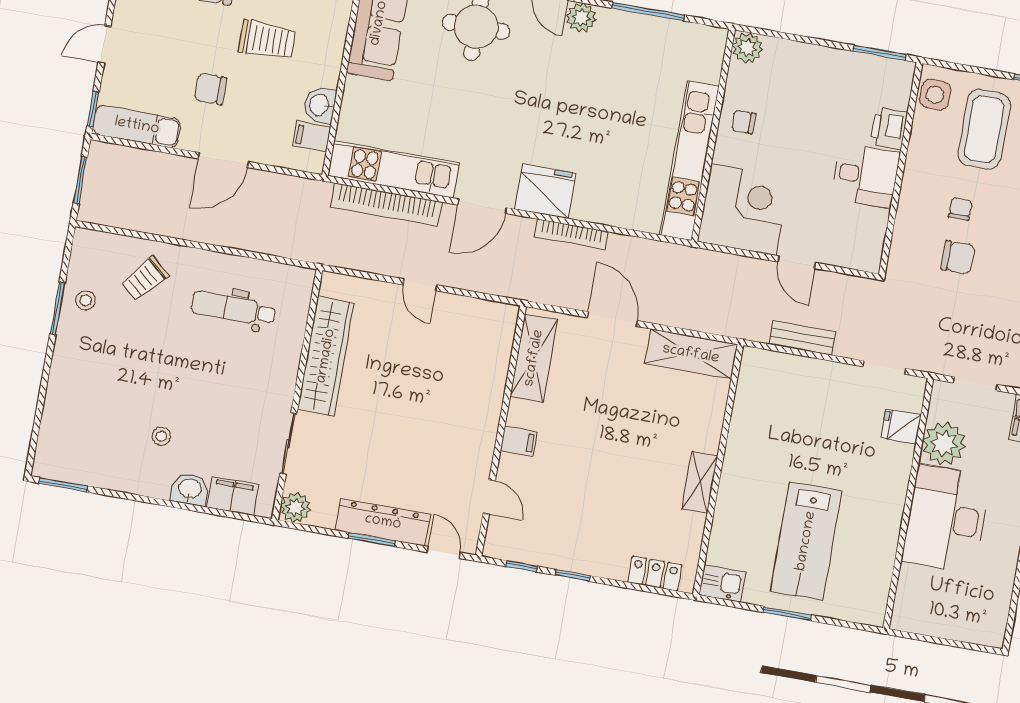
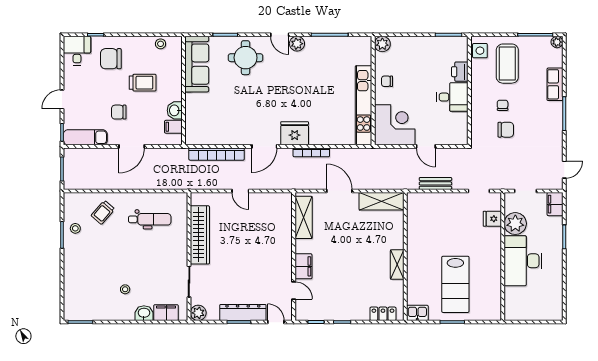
kitchen unit: (394, 169) -> (217, 136), removed
dental chair: (233, 309) -> (150, 219), turned 180
filing cabinet: (519, 441) -> (303, 266), width x2.00

